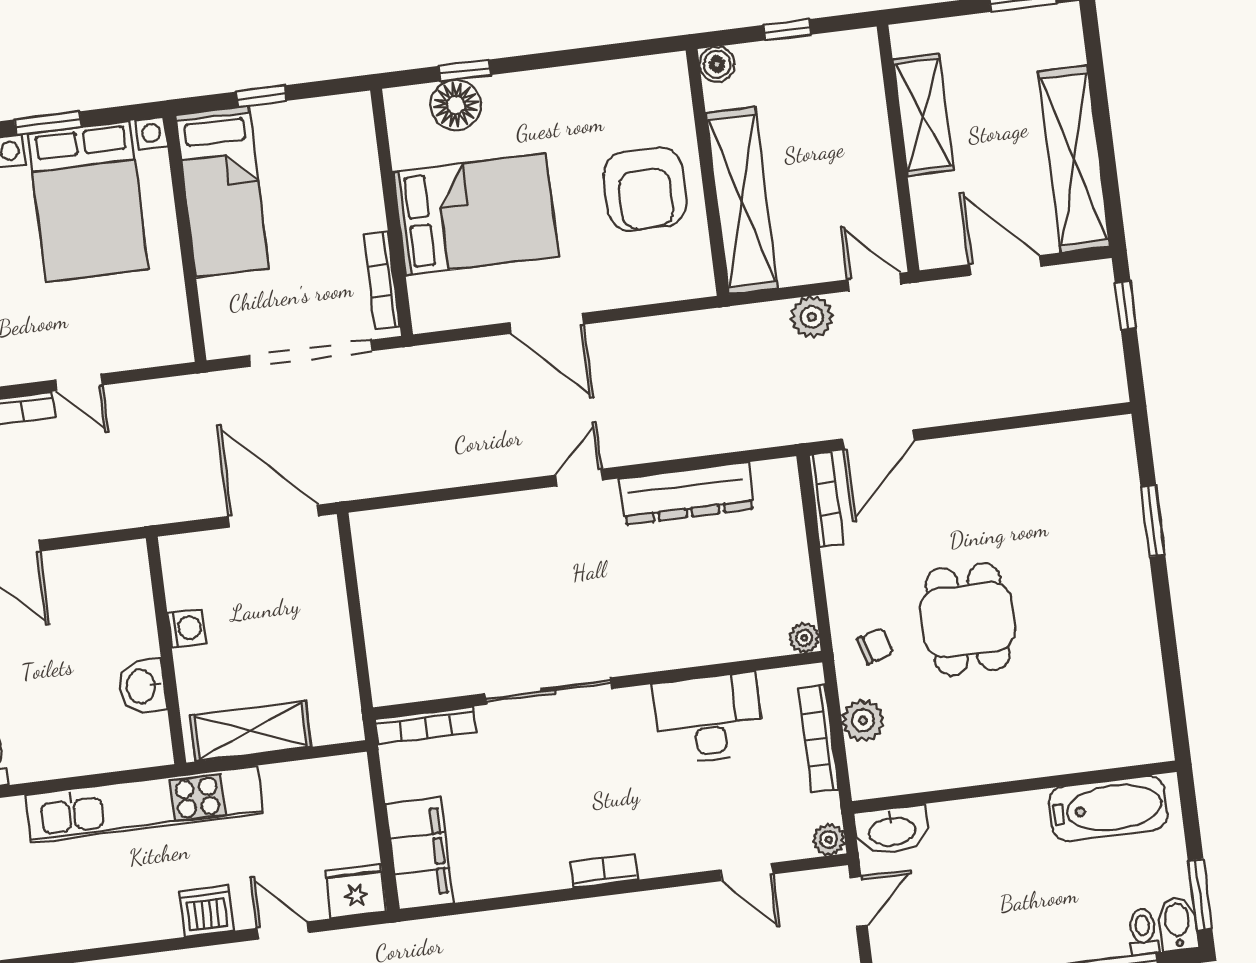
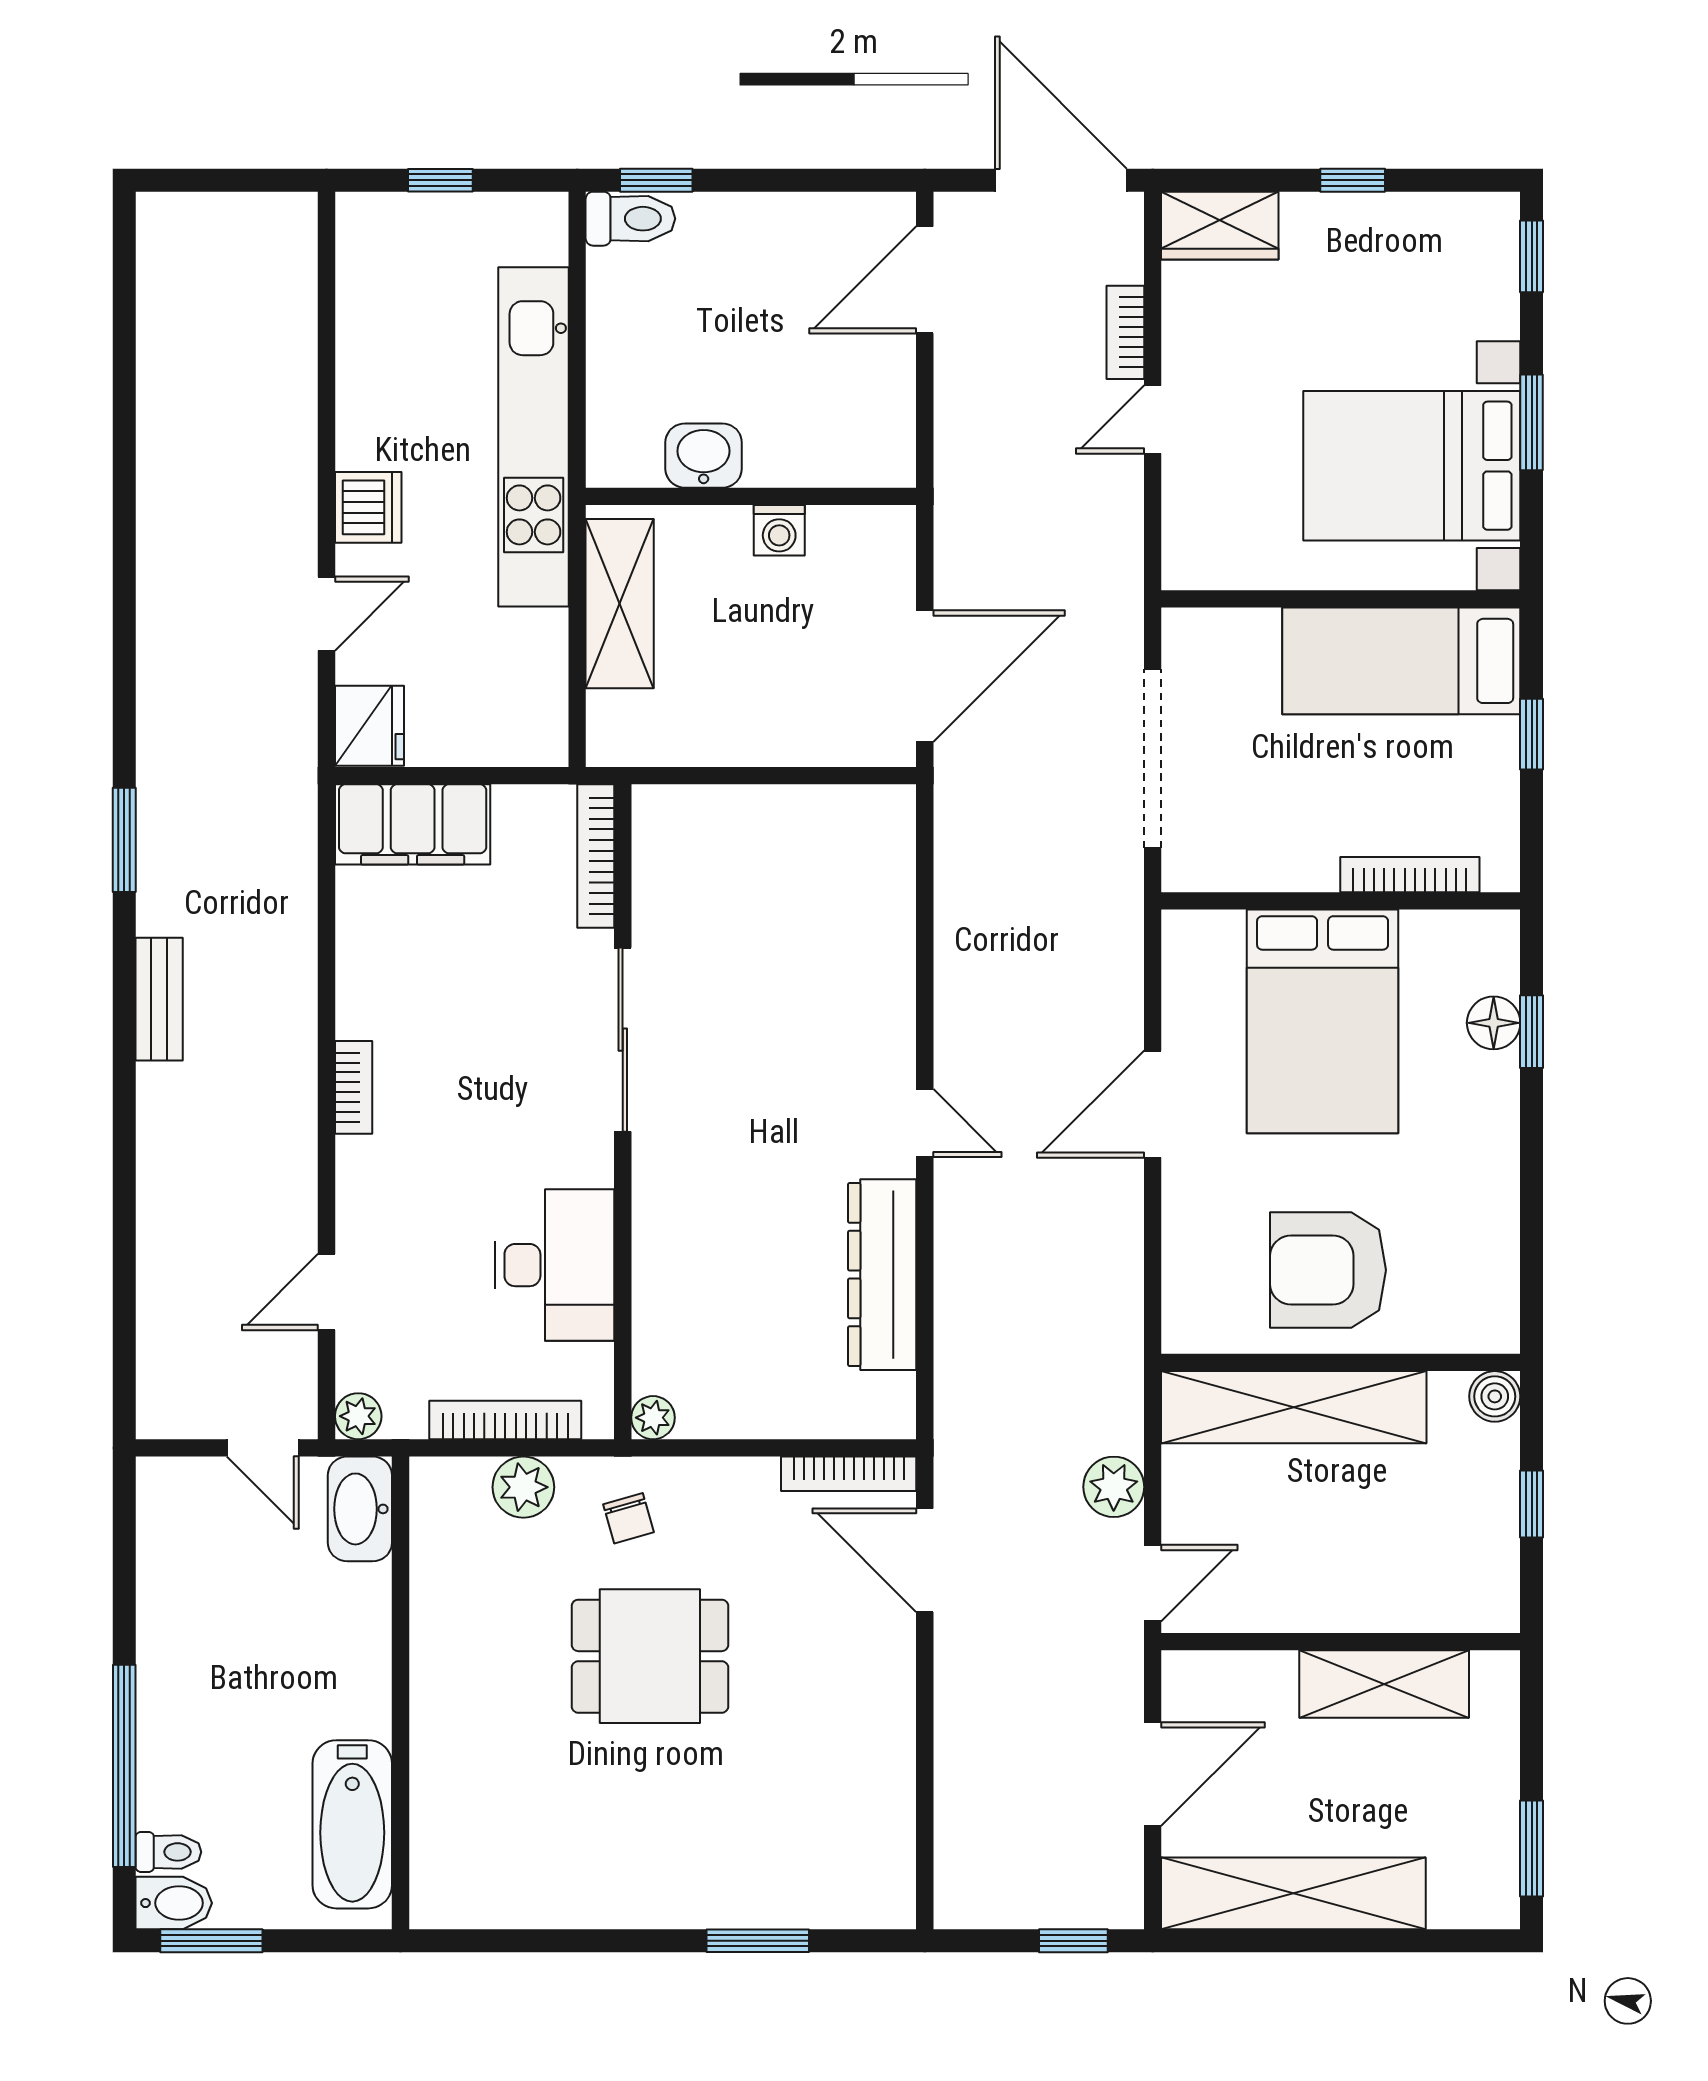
floor lamp: (456, 105) -> (1494, 1023), width x0.73, depth x0.73
bookcase: (382, 280) -> (1410, 875), moved

